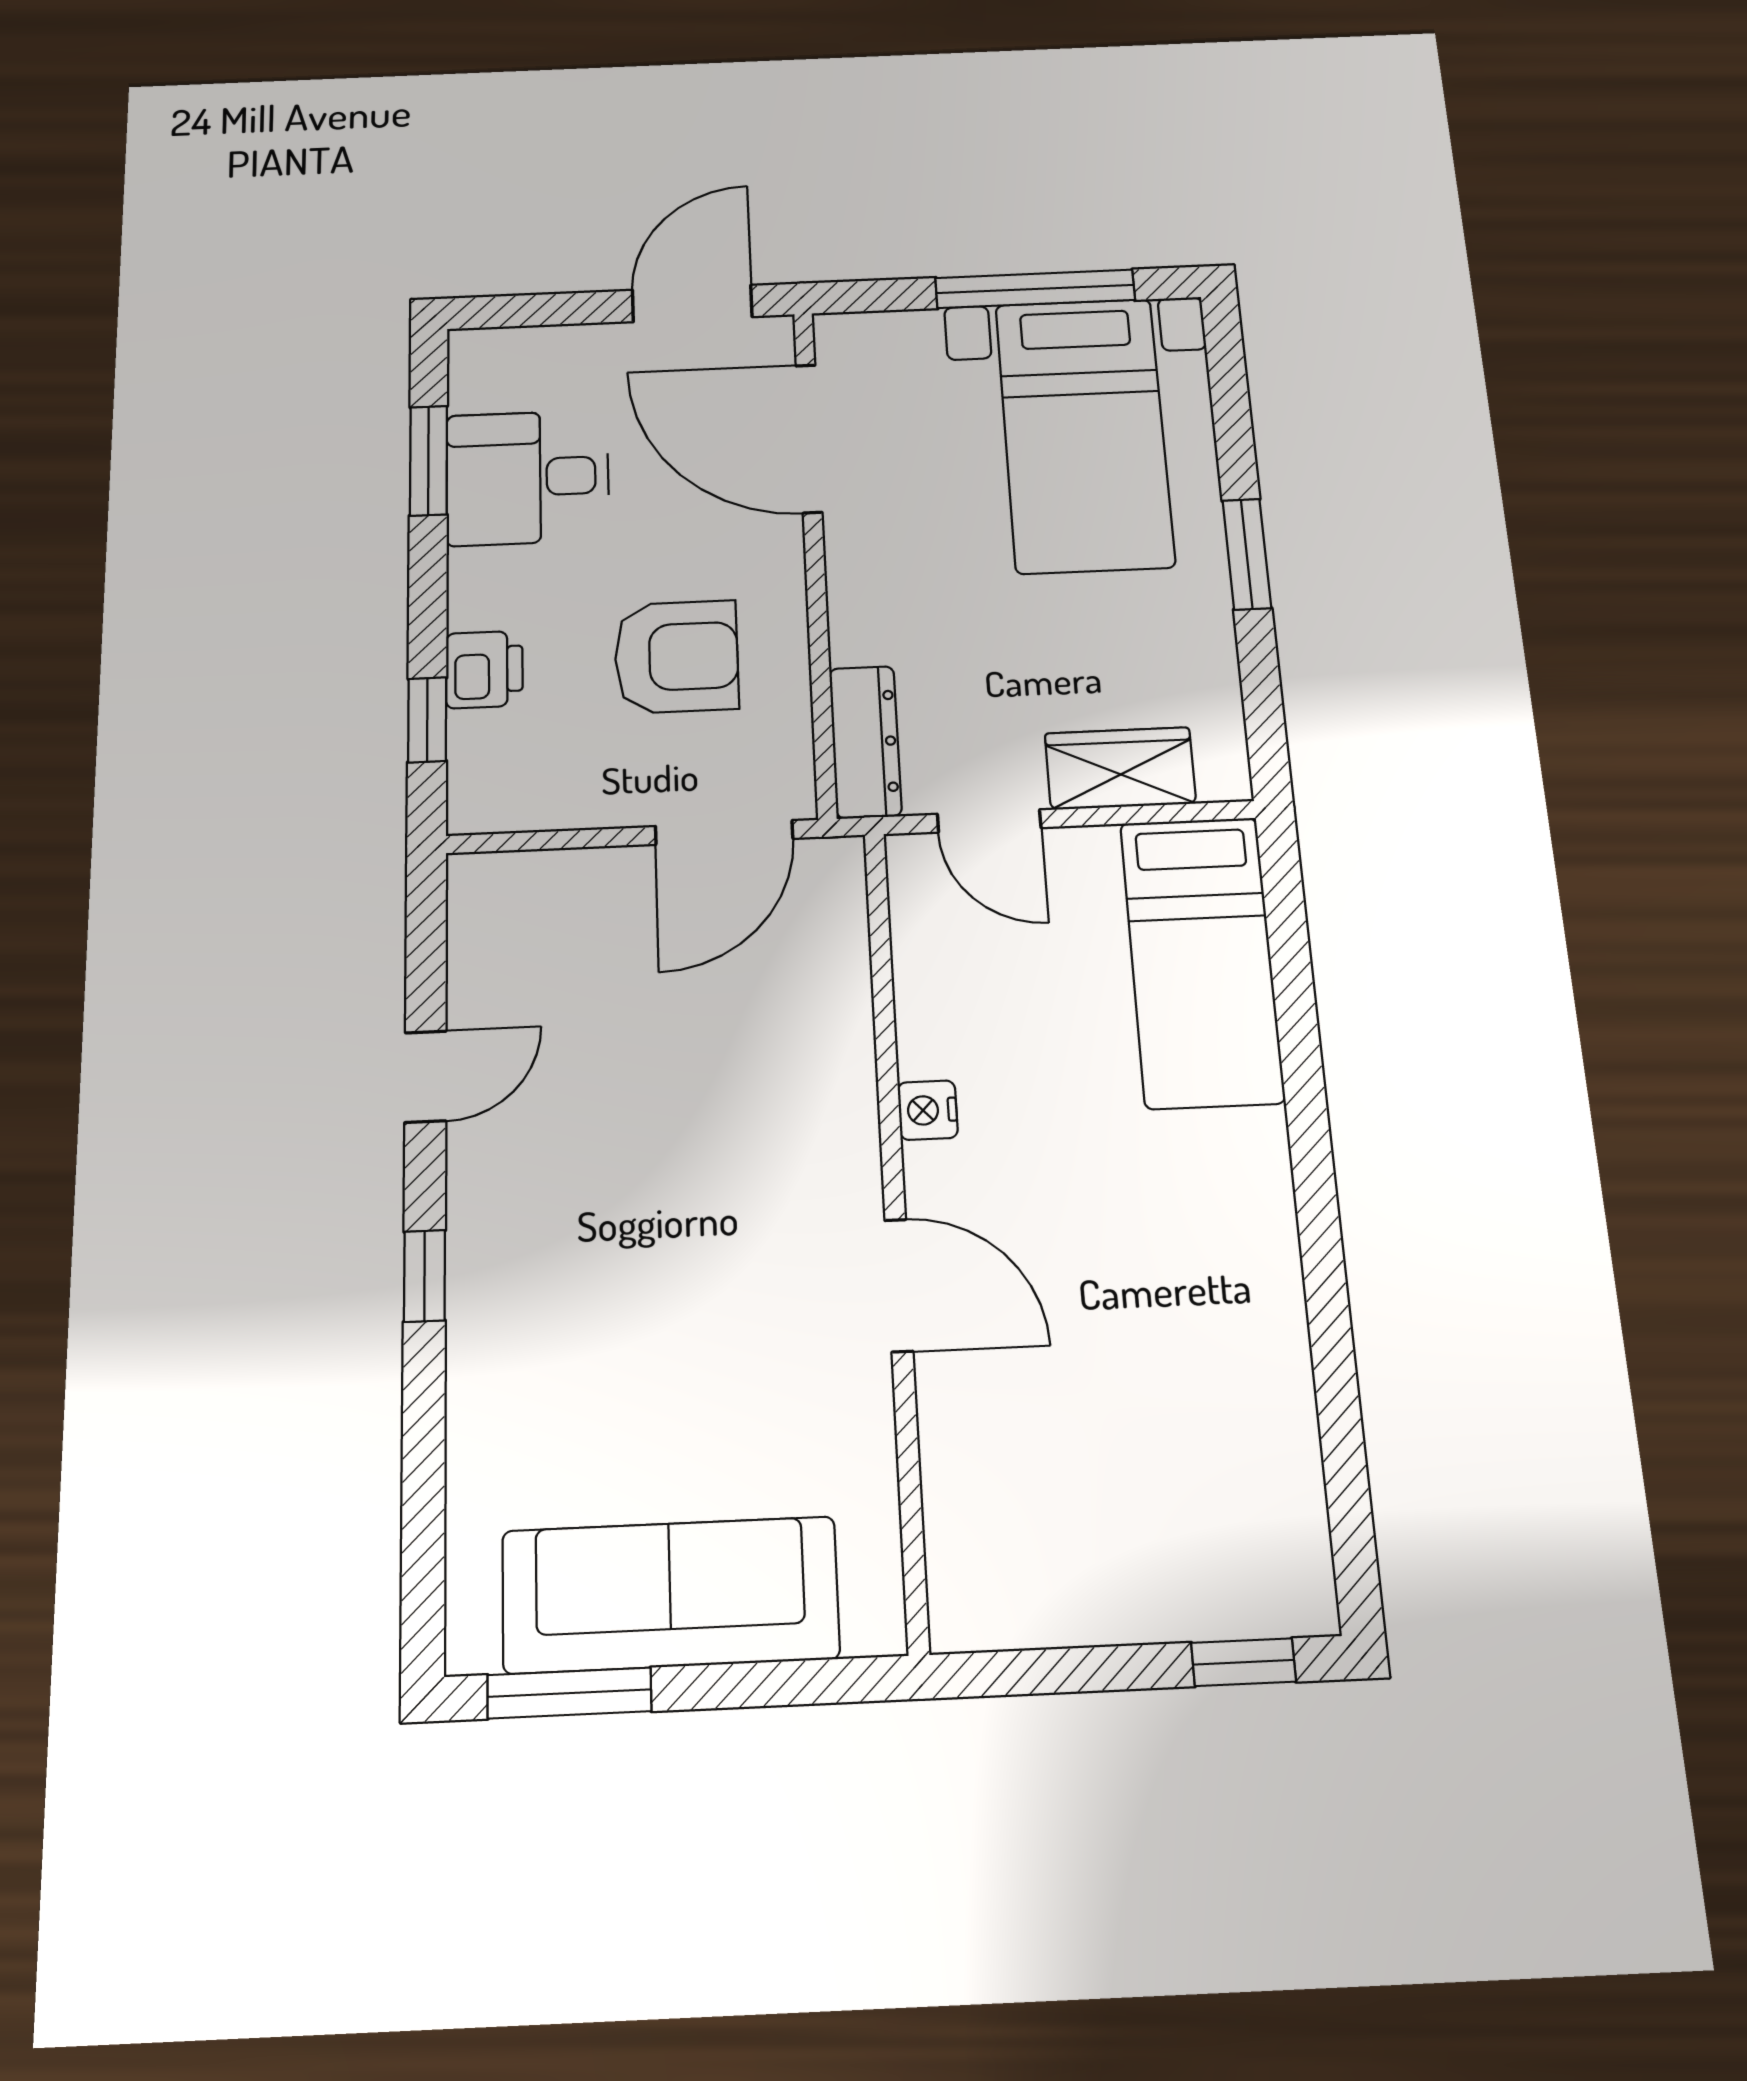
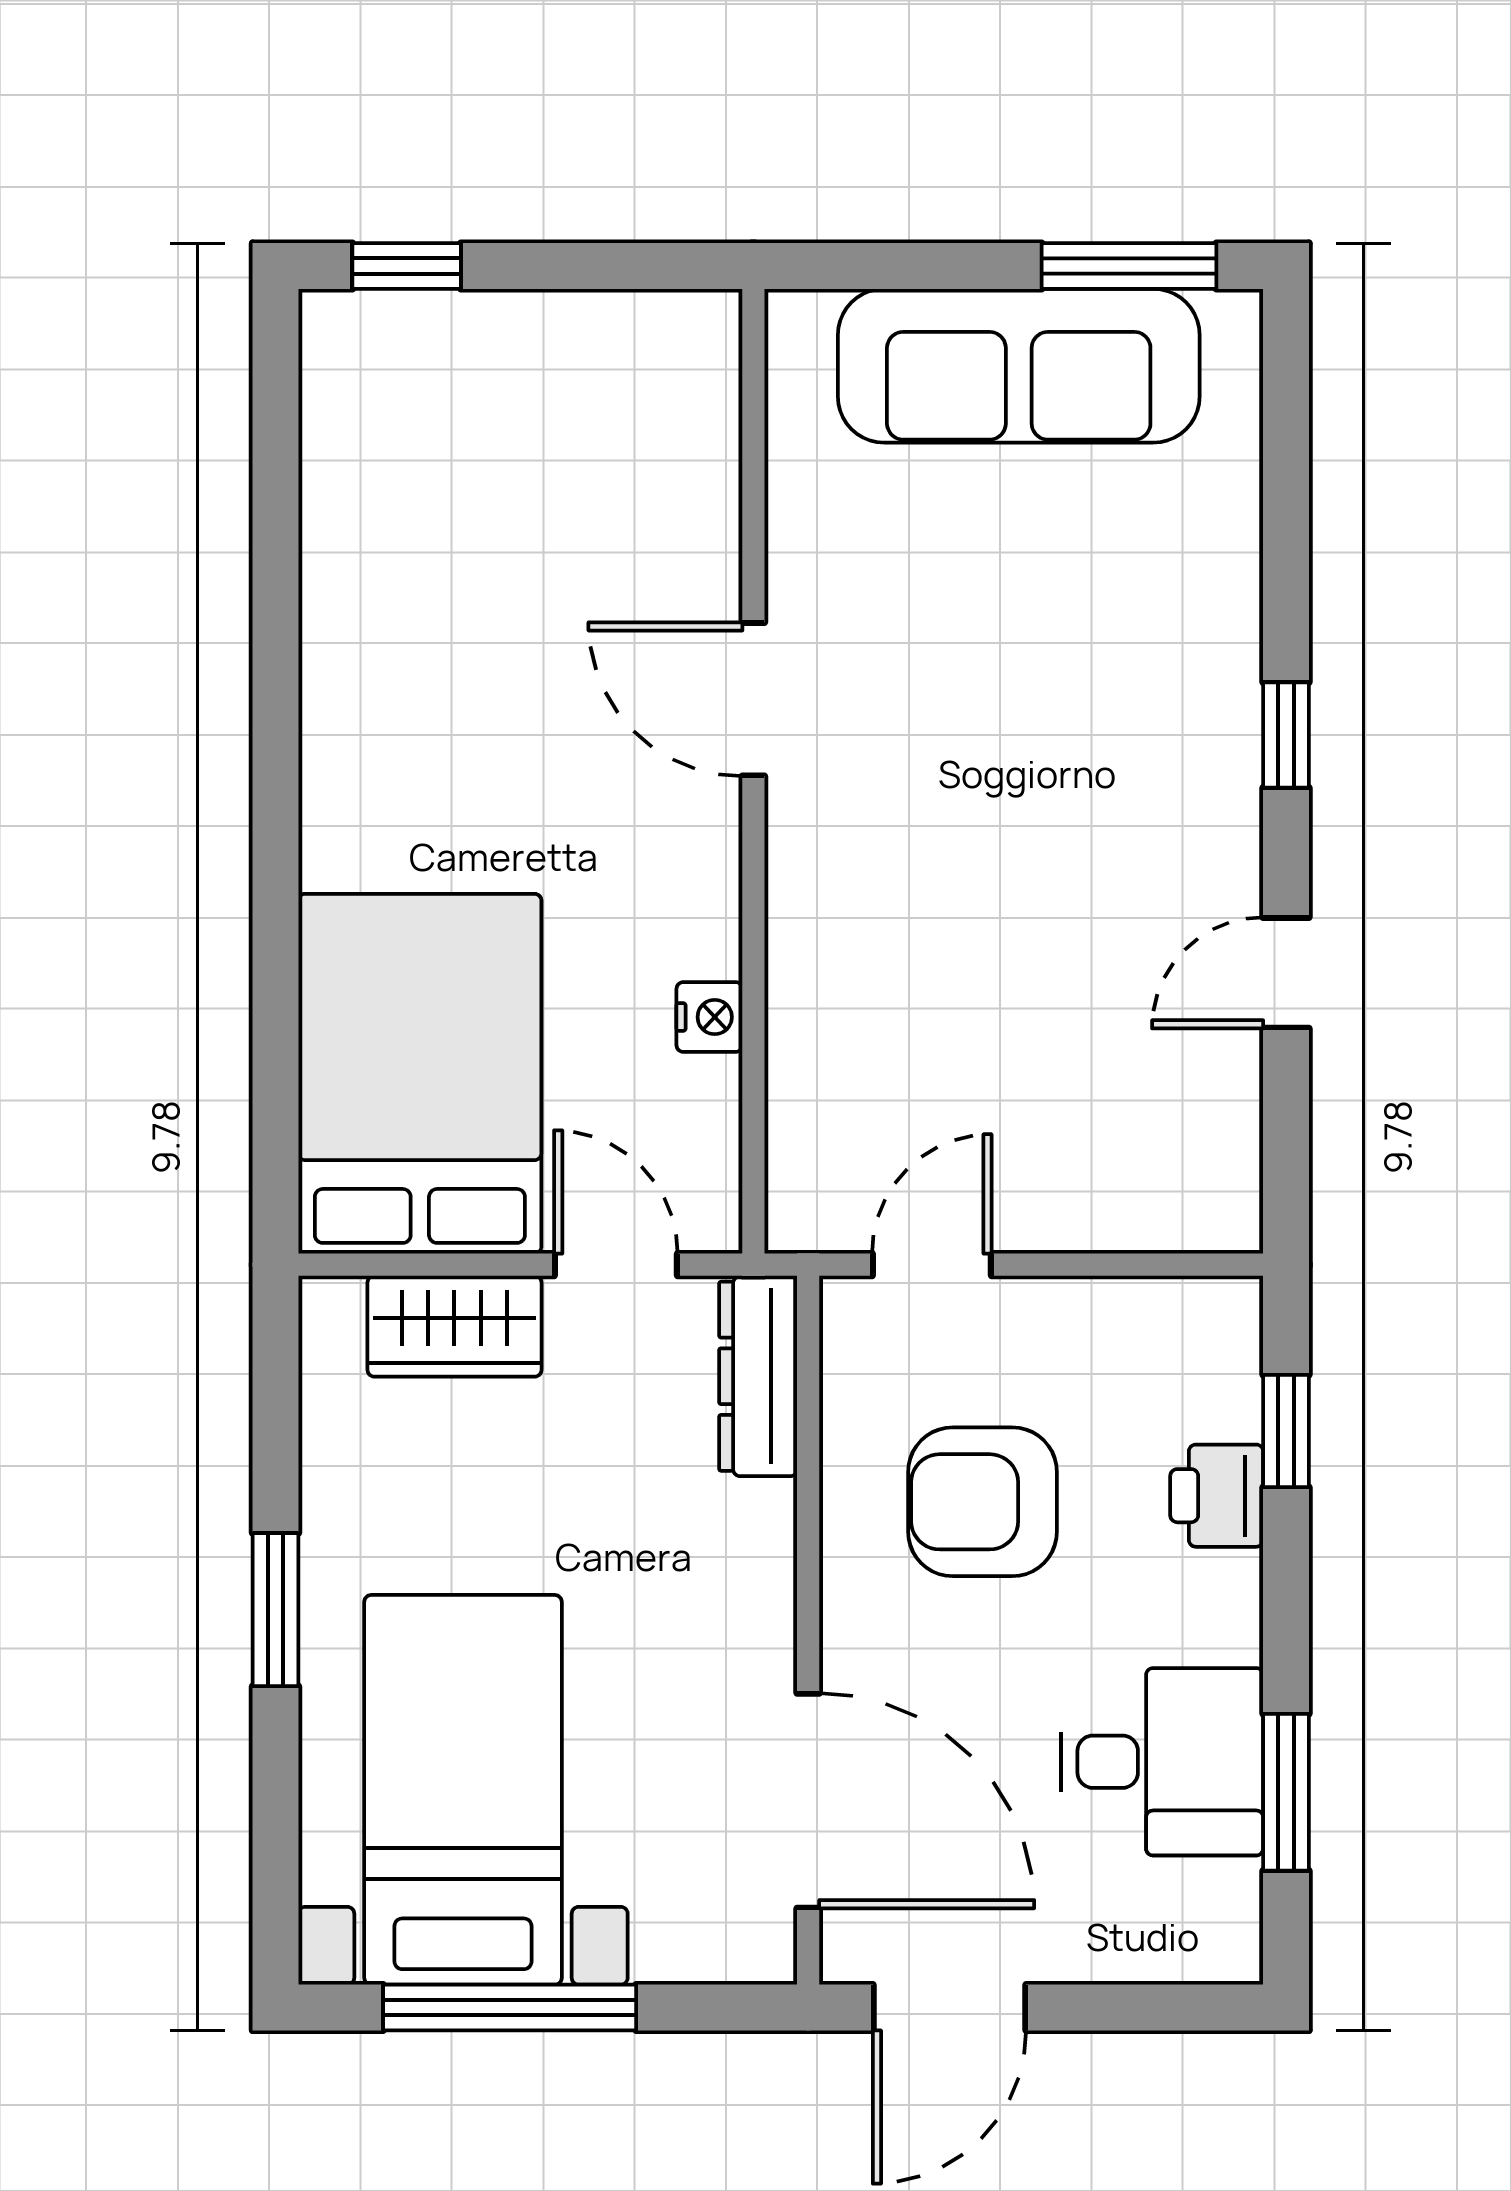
door: (724, 832) -> (932, 1265), width x0.73
bed: (1202, 961) -> (420, 1074), width x1.50
nightstand: (928, 1110) -> (709, 1017), moved

